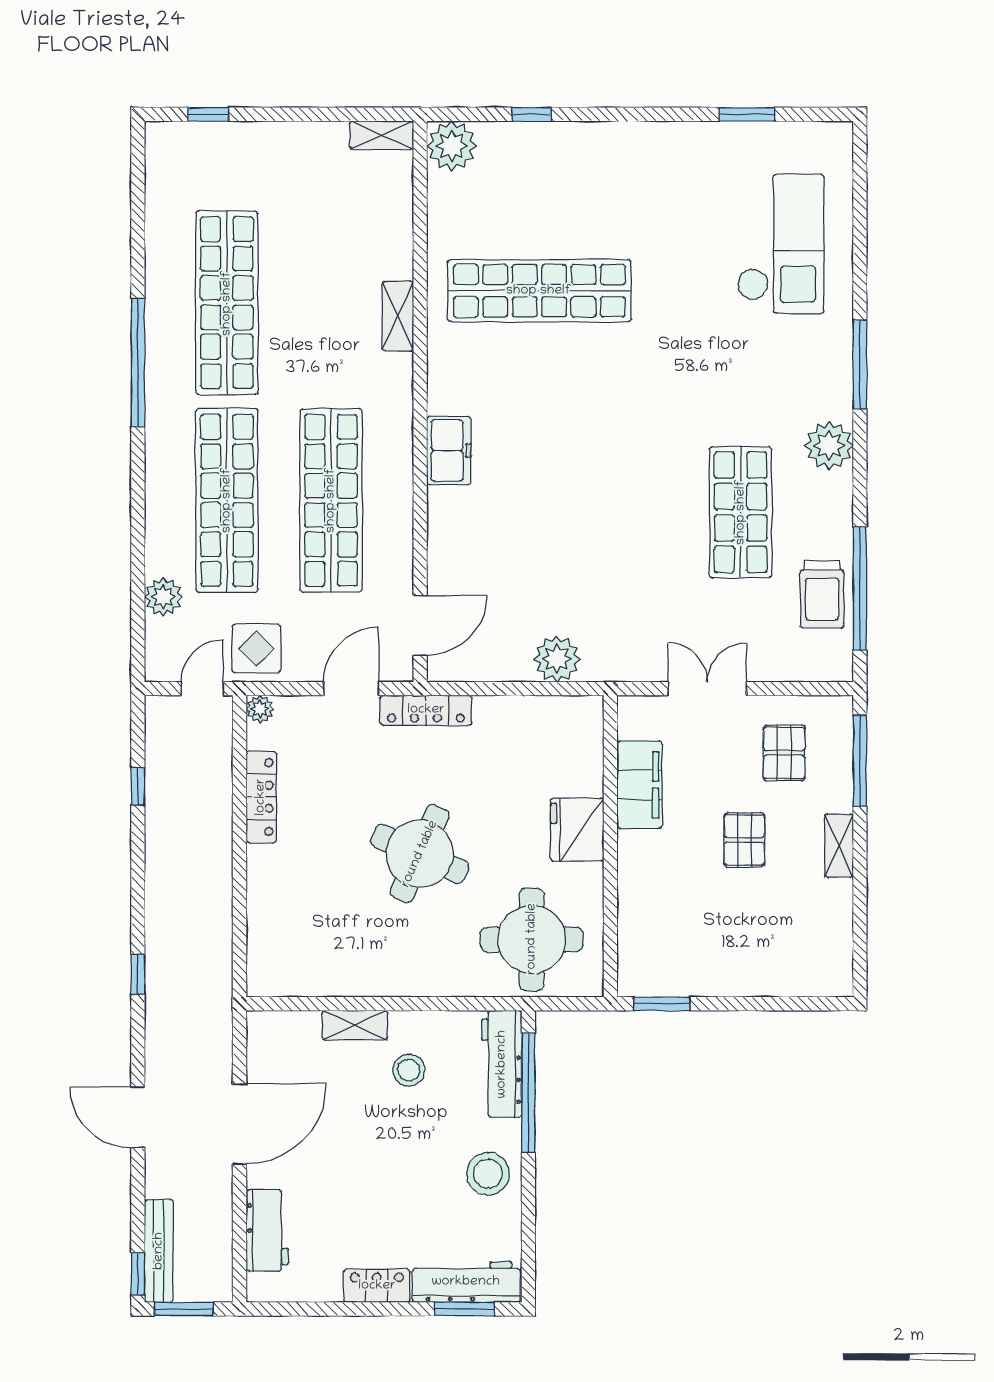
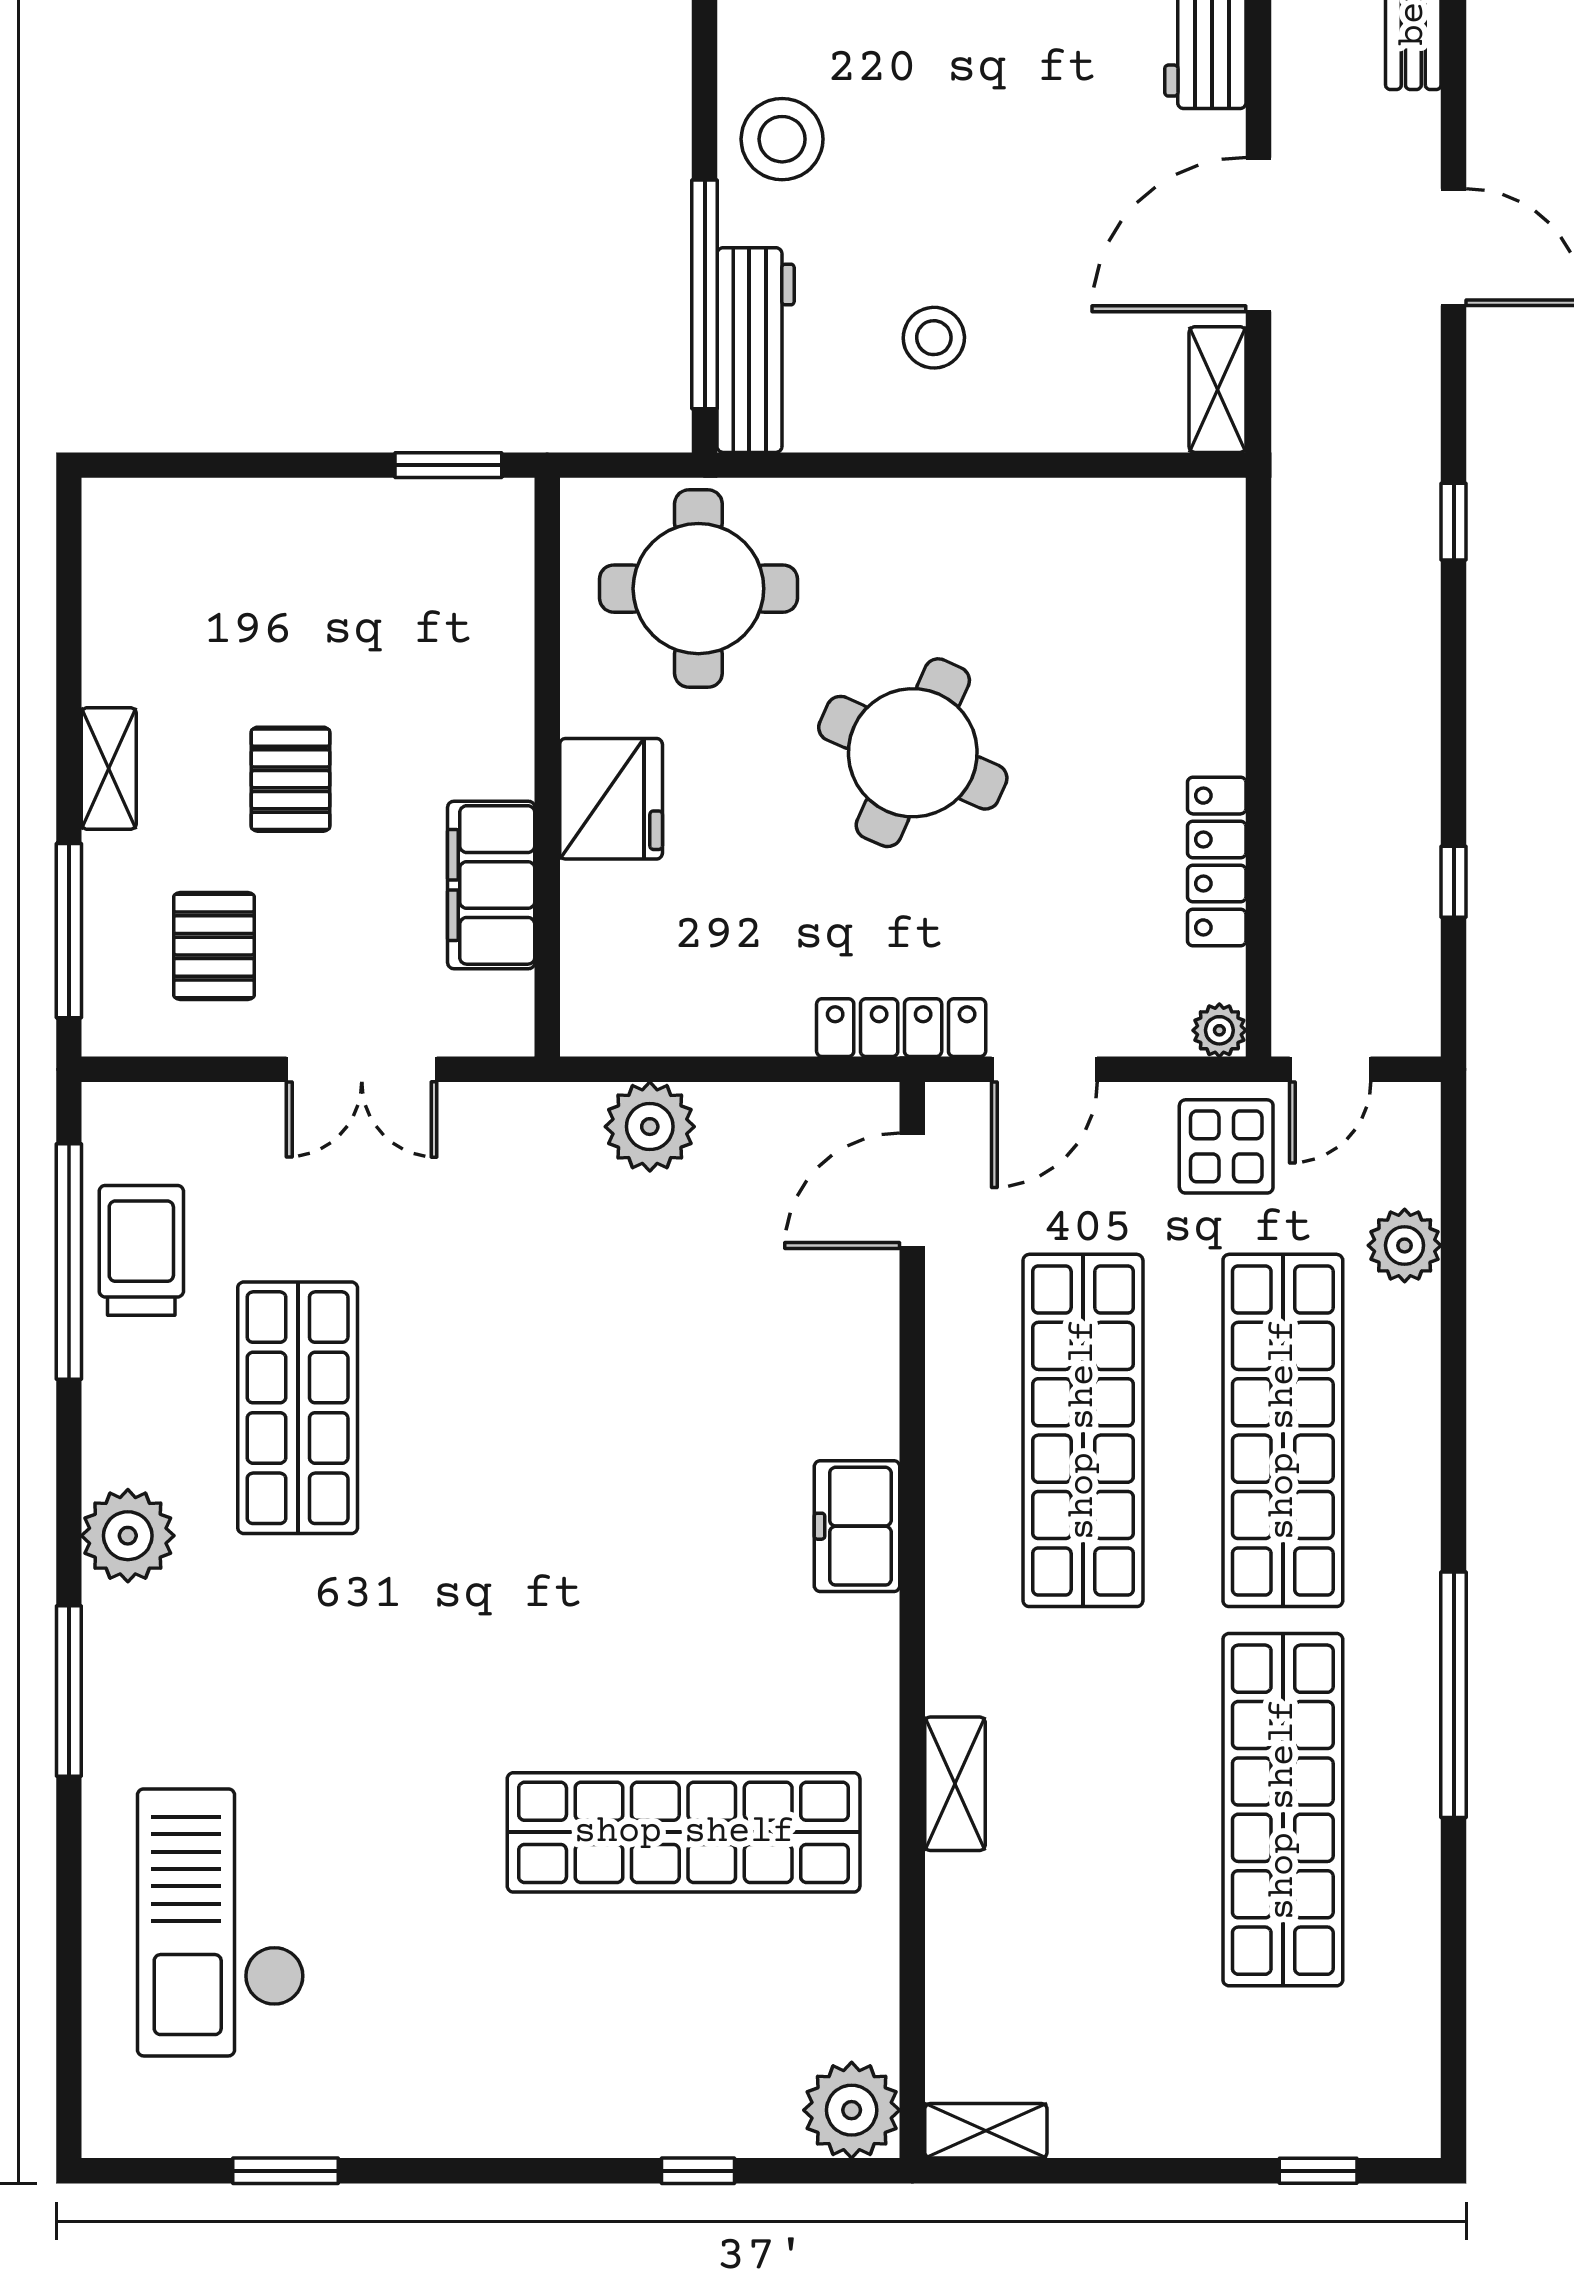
shelving: (355, 1025) -> (1218, 390), moved, turned 90

